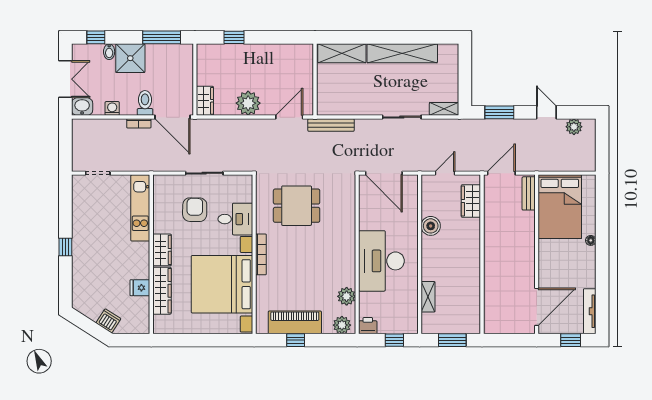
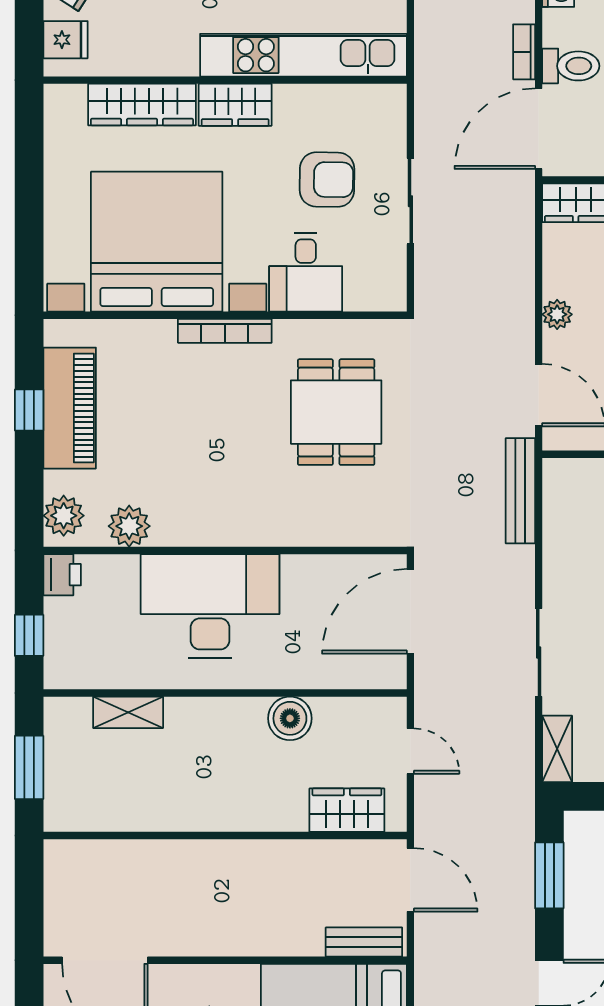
plant: (248, 103) -> (557, 314), width x0.53, depth x0.53
kitchen unit: (140, 208) -> (303, 55), width x1.36
fridge: (140, 288) -> (66, 40), moved, turned 90

